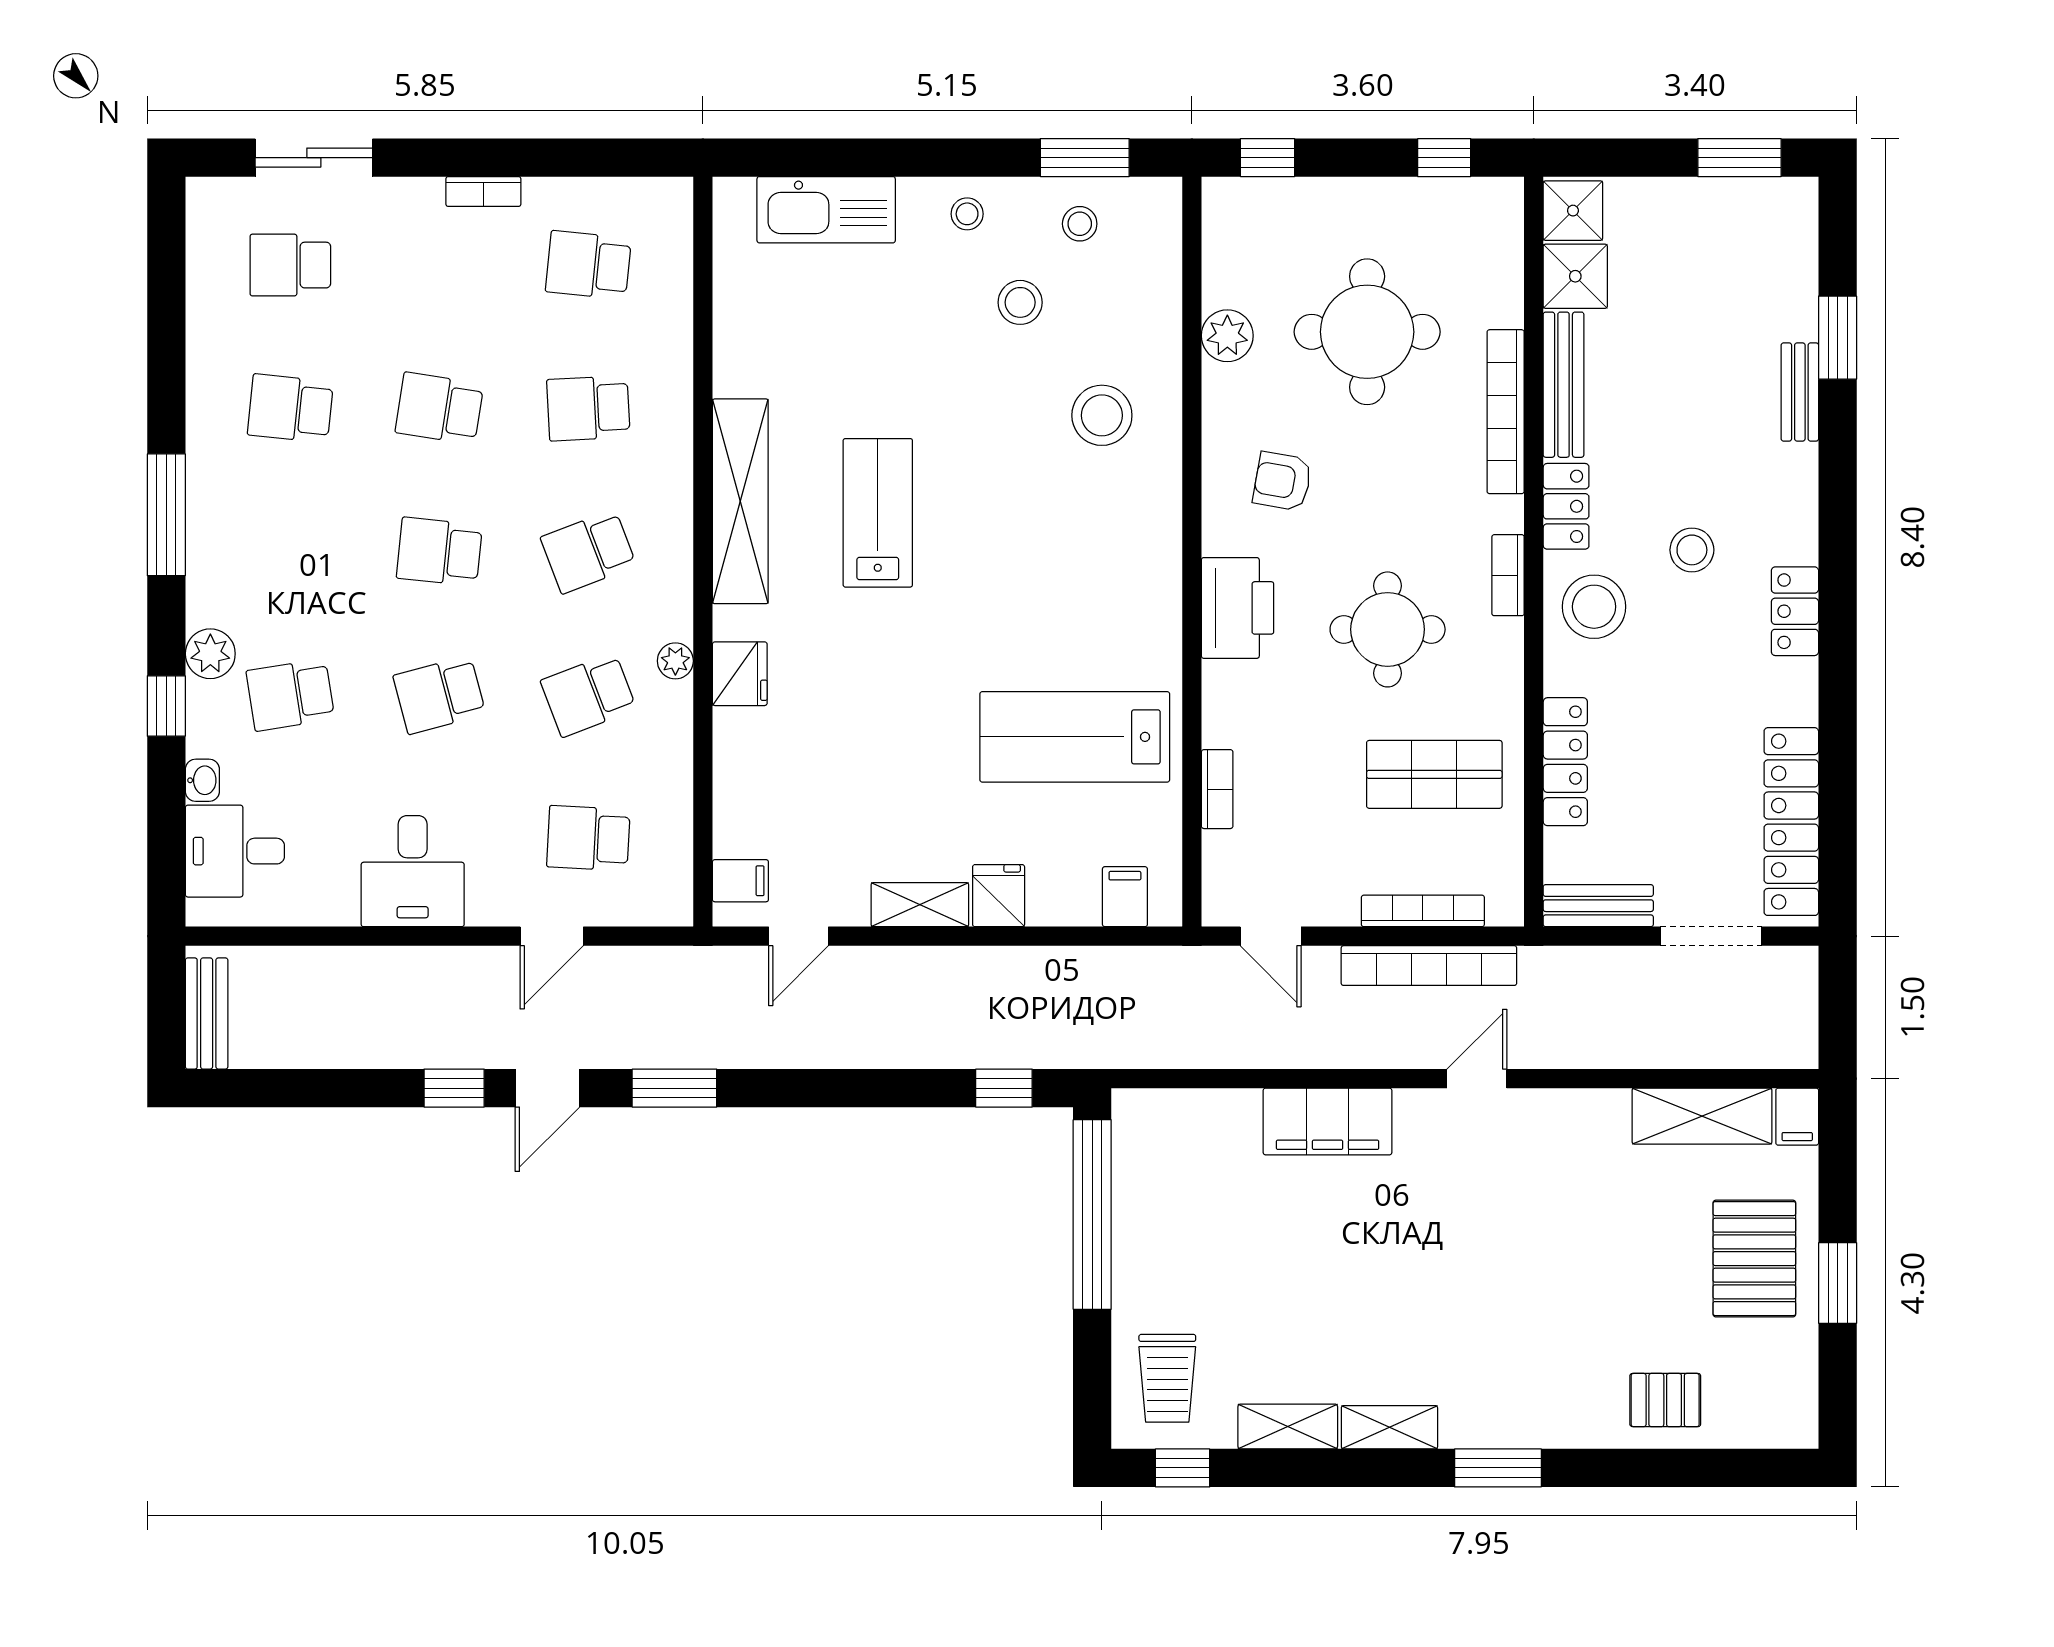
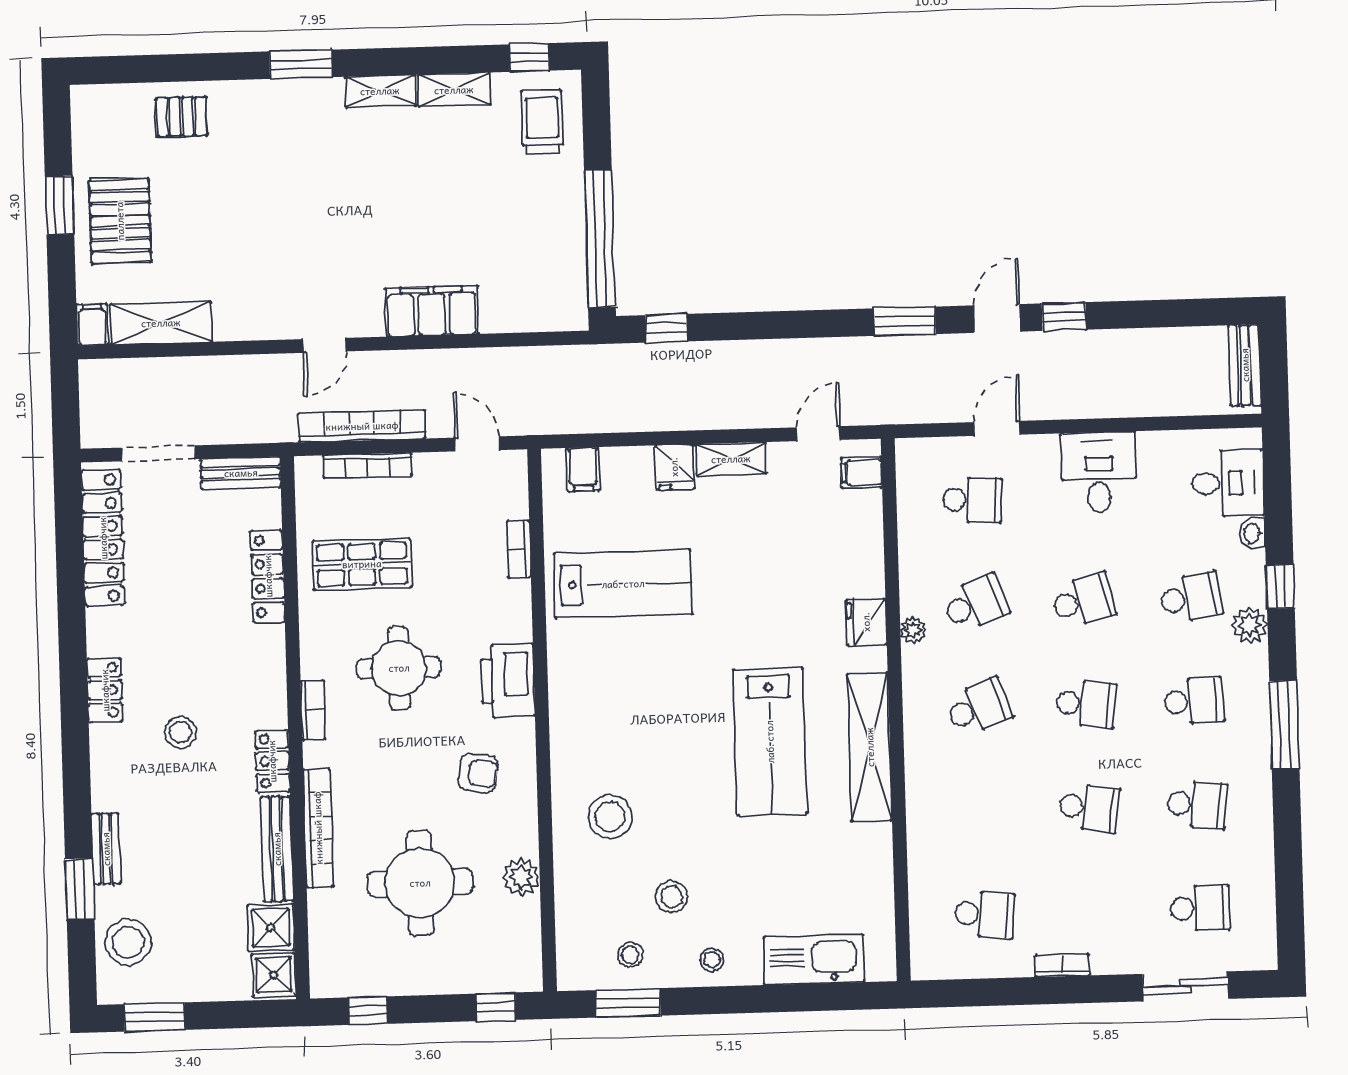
school desk: (588, 408) -> (1194, 701), moved
lab bench: (878, 513) -> (770, 742), width x1.36, depth x1.39
stool: (1594, 607) -> (128, 942), moved

